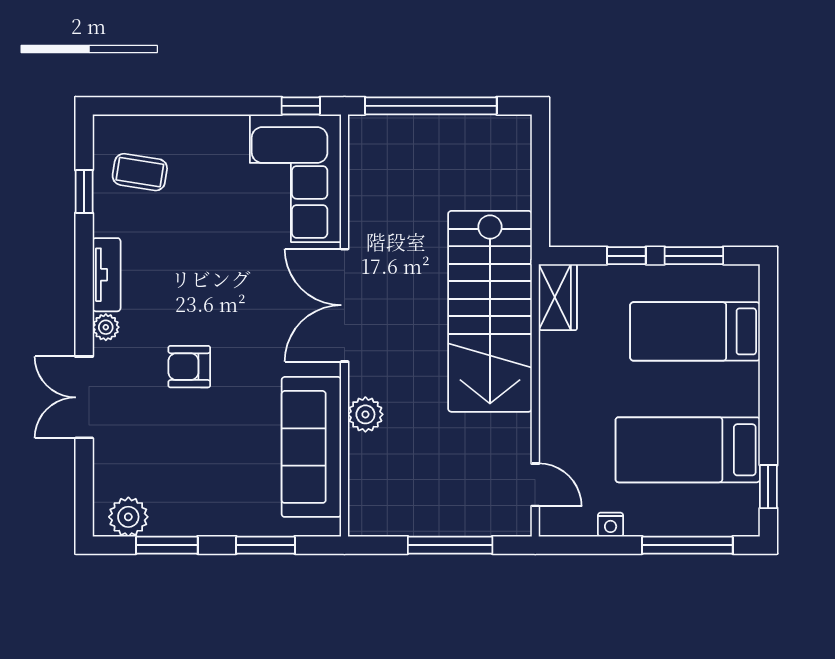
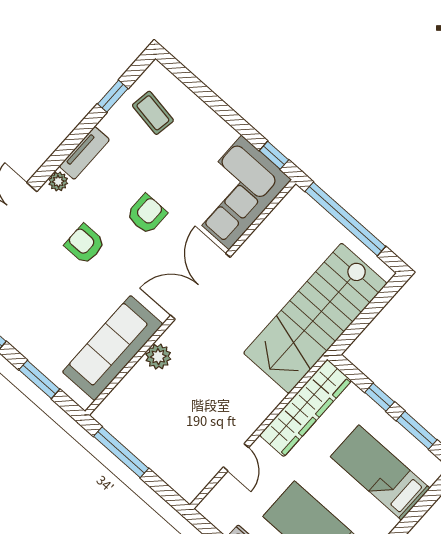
armchair: (225, 280) -> (147, 214), added
wardrobe: (558, 297) -> (306, 408), width x2.10, depth x1.17
stairs: (490, 311) -> (315, 318), moved
door: (535, 485) -> (236, 457), moved
window: (450, 545) -> (121, 452), moved

